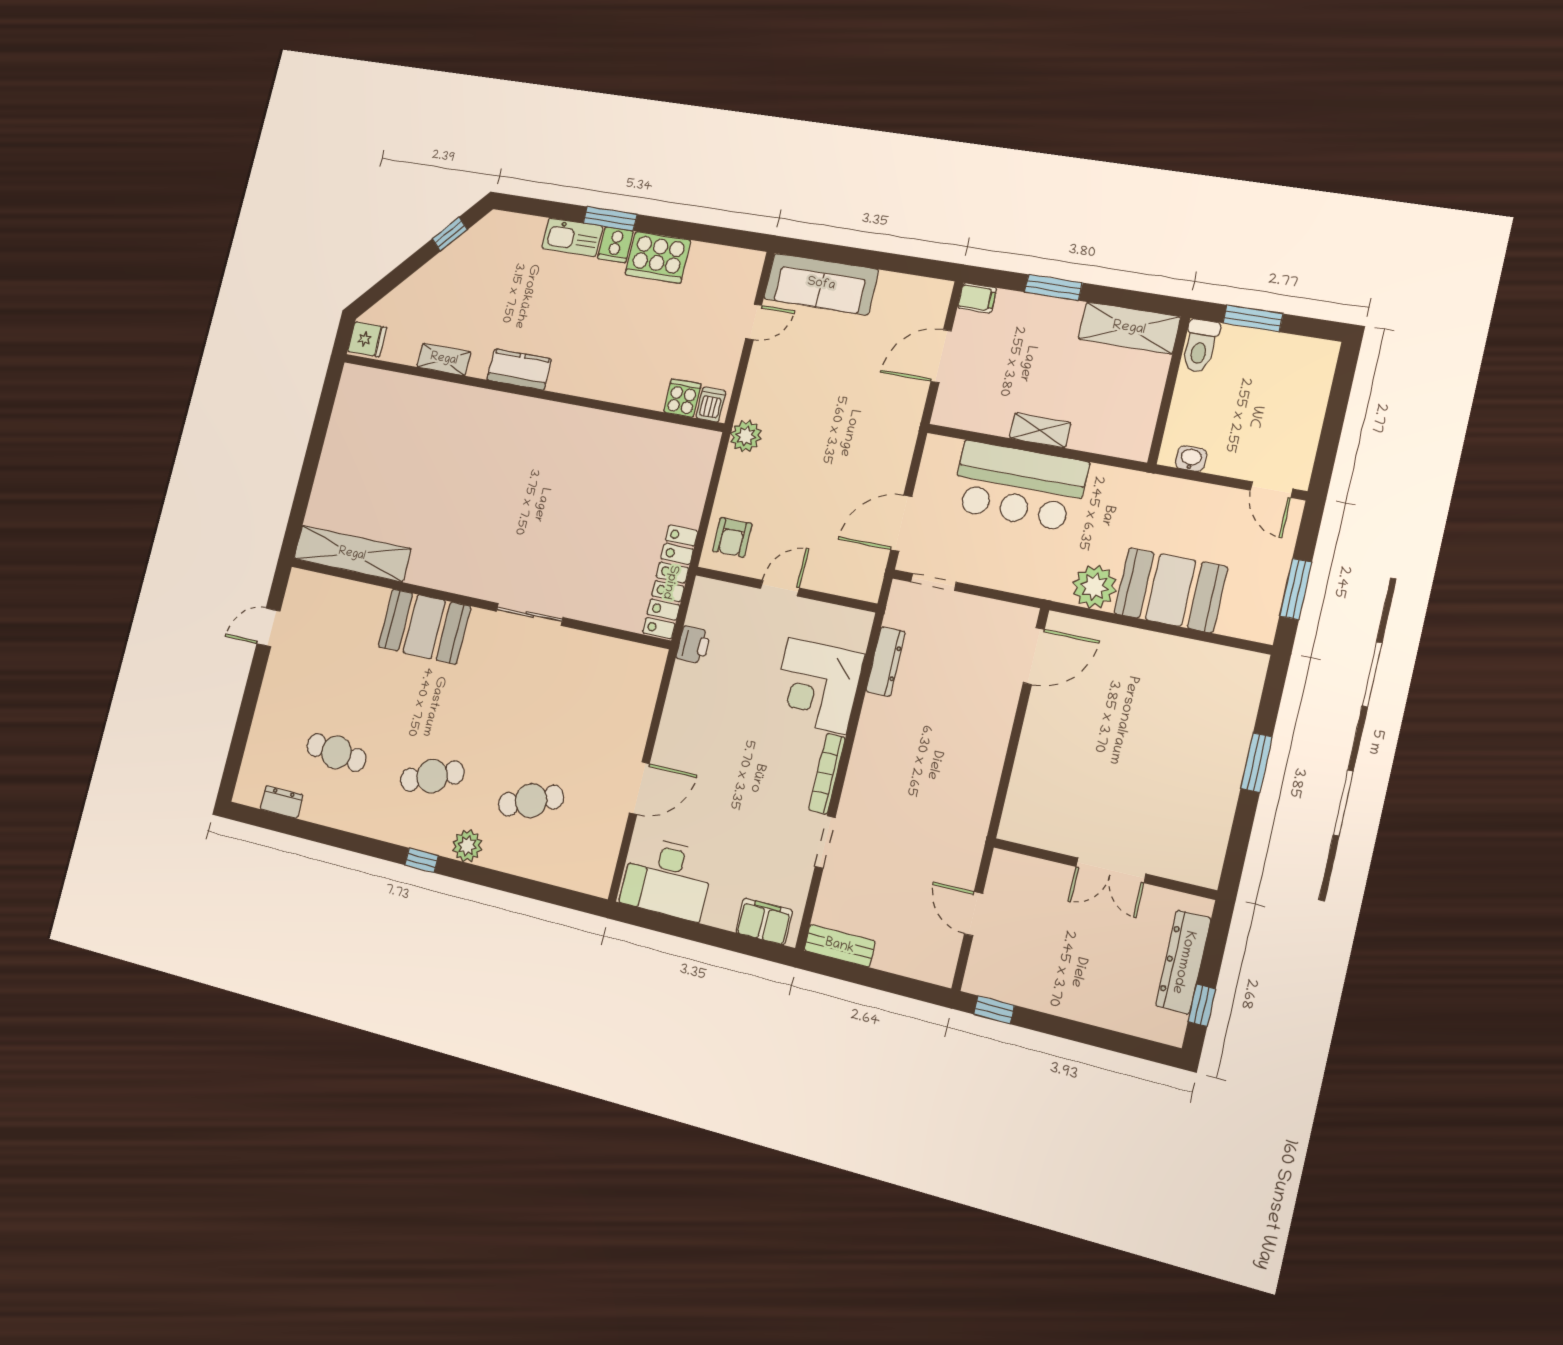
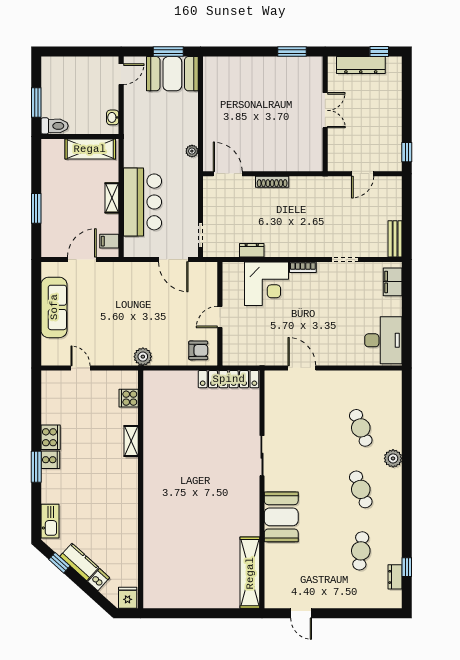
kitchen sink: (572, 237) -> (50, 521), moved
cooker: (658, 257) -> (51, 437), width x0.73, depth x0.76
sofa: (821, 284) -> (54, 307), moved
filing cabinet: (977, 298) -> (109, 241), moved, turned -90
shelving: (1129, 328) -> (90, 149), moved, turned 90
door: (941, 356) -> (82, 260), swing flipped
shelving: (444, 359) -> (131, 441), moved
kitchen counter: (519, 370) -> (79, 562), moved, turned 132
dishwasher: (711, 404) -> (99, 580), moved, turned 132
plant: (1094, 587) -> (192, 151), width x0.53, depth x0.53
door: (780, 588) -> (220, 317), hinge flipped
booth: (1171, 590) -> (172, 74), moved, turned 90
printer: (694, 645) -> (259, 357), removed
dresser: (886, 662) -> (252, 250), width x0.70
shoe rack: (999, 737) -> (272, 182), added
window: (1256, 763) -> (292, 52), moved
bookcase: (827, 774) -> (303, 267), width x0.64
door: (639, 788) -> (302, 368), moved
window: (422, 860) -> (407, 567), moved

